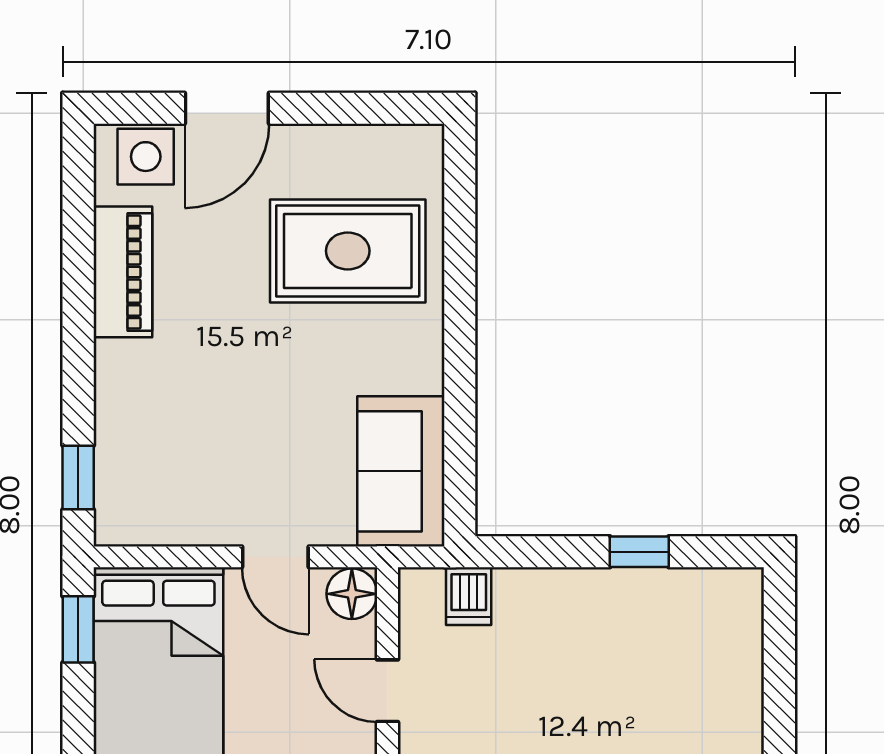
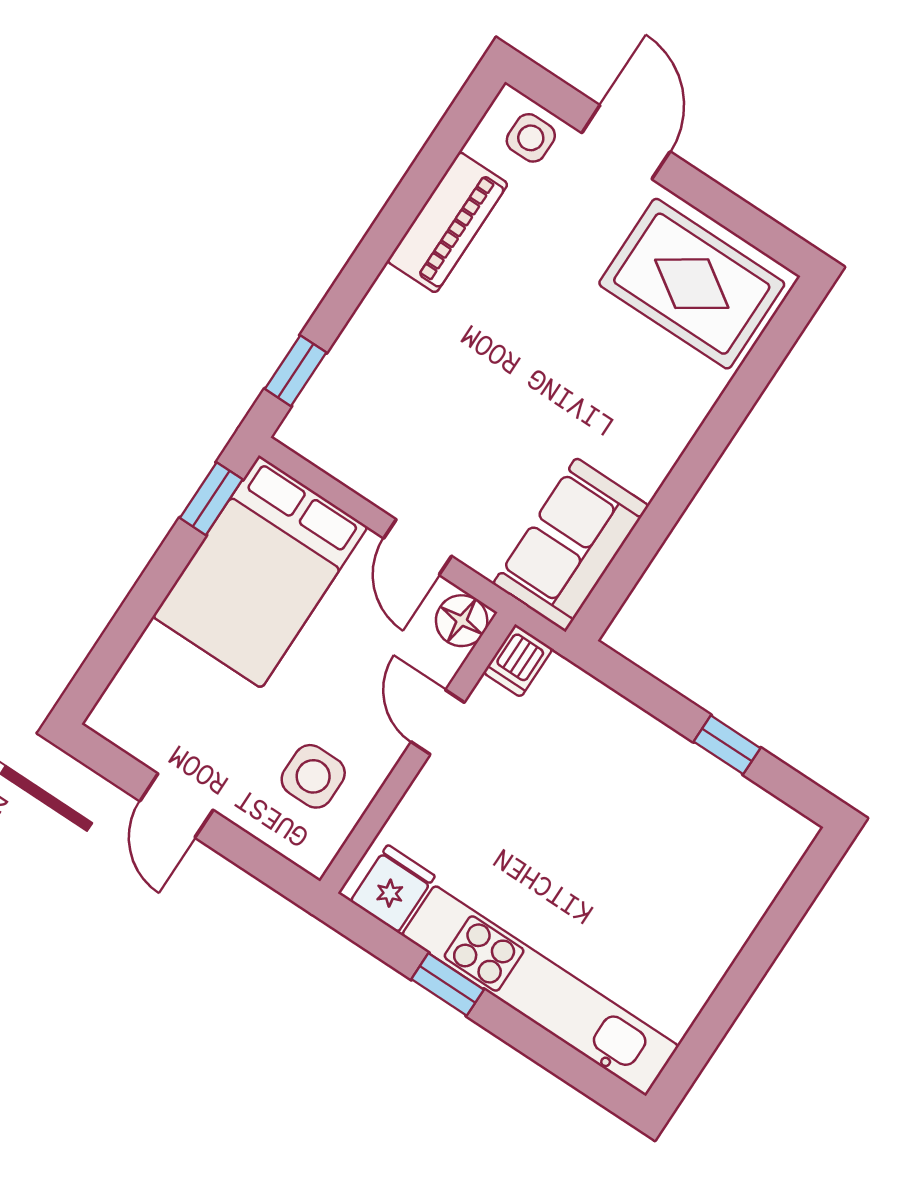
door: (227, 108) -> (626, 142), swing flipped
side table: (146, 157) -> (531, 138), width x0.73, depth x0.73
rug: (348, 251) -> (692, 284), moved
dishwasher: (469, 596) -> (518, 661), moved

